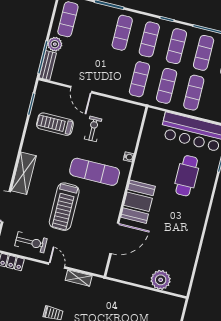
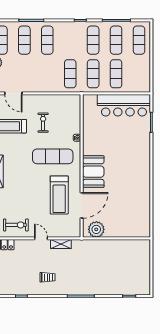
exercise mat: (149, 39) -> (24, 40), moved
door: (81, 90) -> (13, 93), moved
cafe table: (187, 176) -> (127, 141), removed
treadmill: (64, 207) -> (59, 195), moved
plant: (161, 280) -> (96, 229), moved

